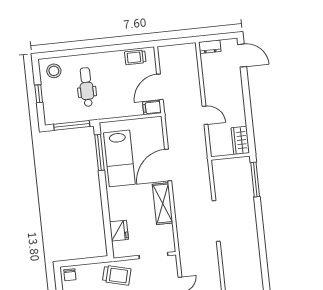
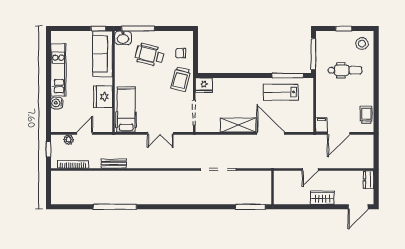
door: (160, 87) -> (339, 133), swing flipped
wardrobe: (240, 140) -> (322, 198), moved
lab bench: (119, 158) -> (281, 92), width x0.73, depth x0.72
fridge: (119, 231) -> (204, 85), moved
chair: (70, 275) -> (181, 53), moved

